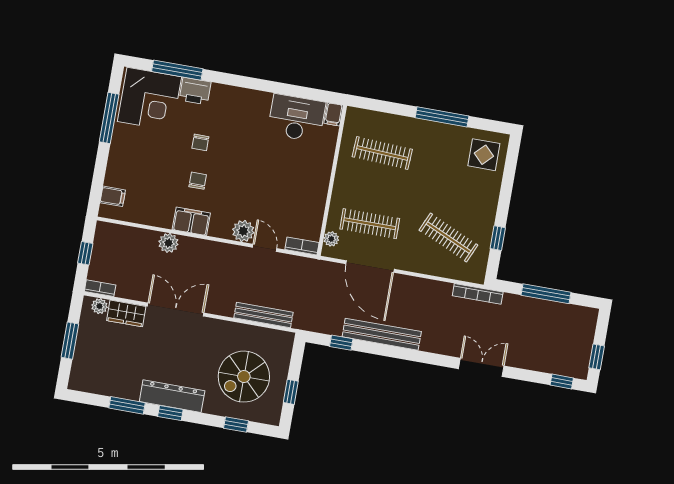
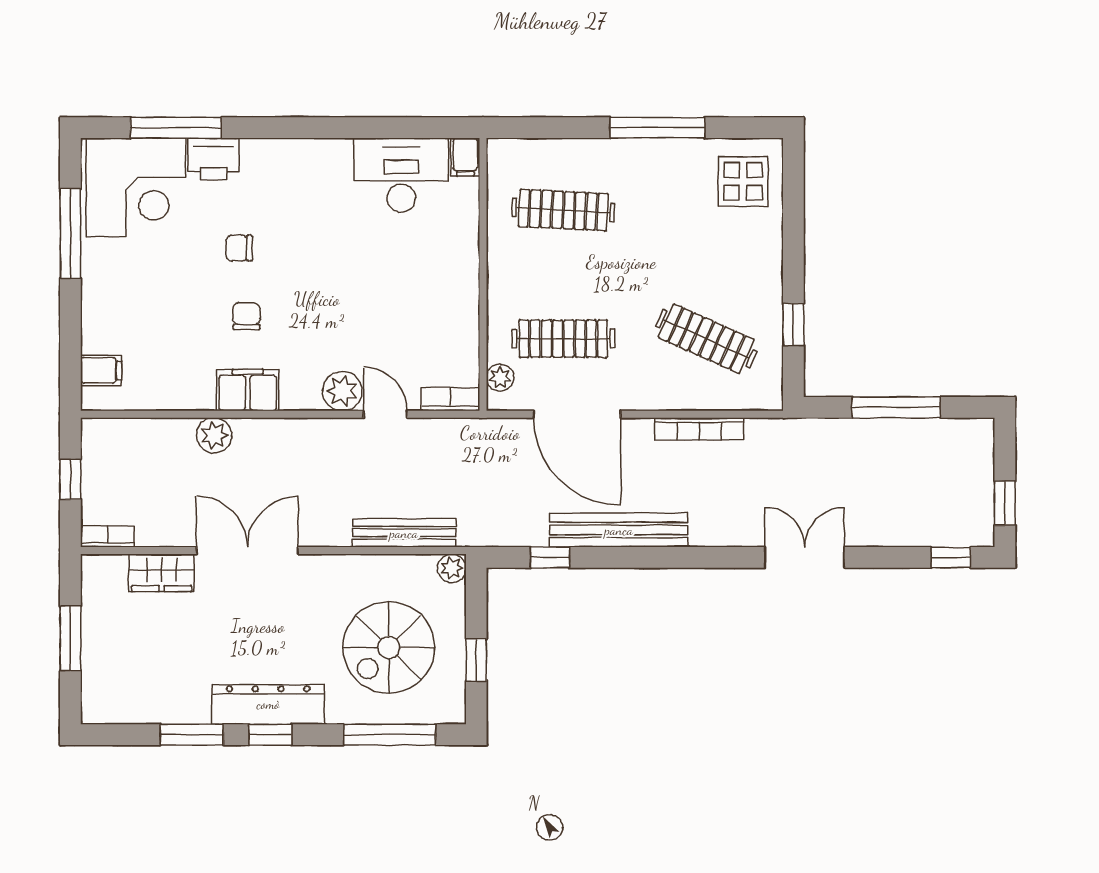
chair: (200, 142) -> (239, 248), turned 90
bookcase: (478, 294) -> (699, 429), moved
plant: (99, 306) -> (452, 568), moved
window: (236, 425) -> (390, 735), width x2.17

